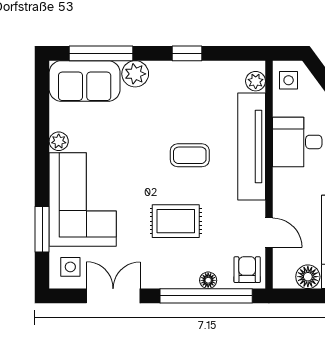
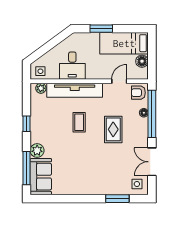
plant: (59, 141) -> (72, 190), removed
corner sofa: (83, 200) -> (102, 178), removed

